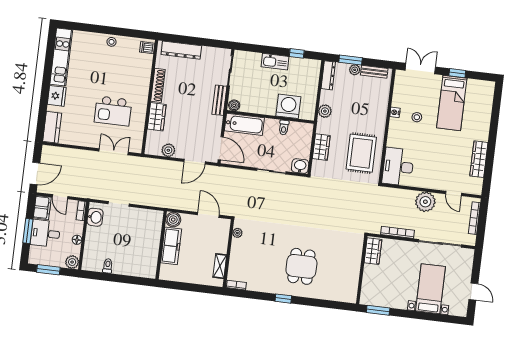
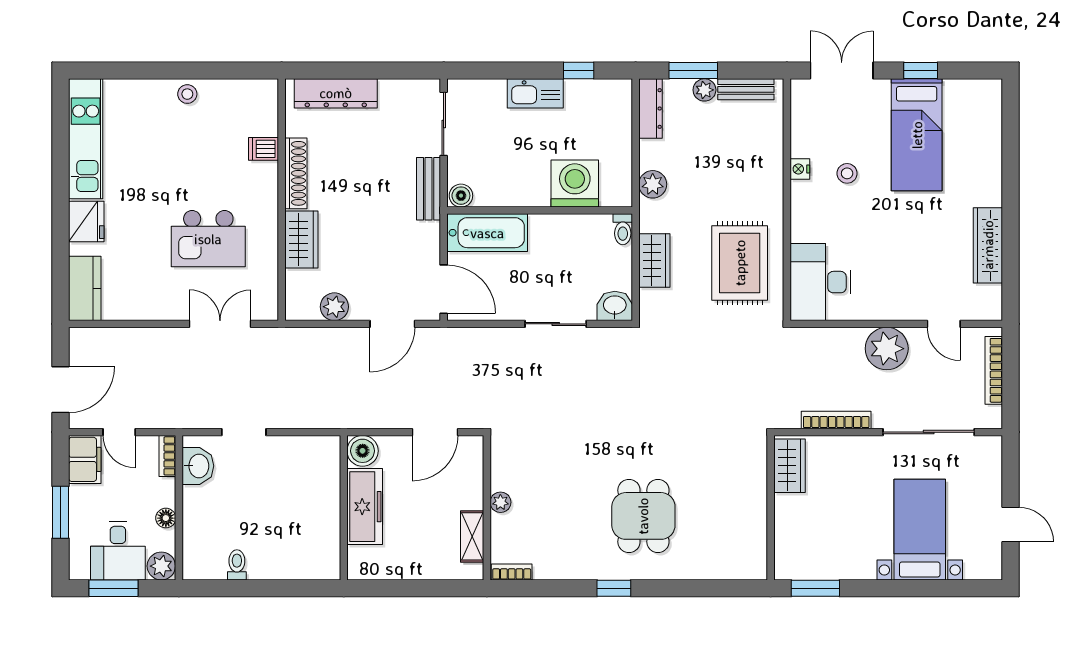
dishwasher: (147, 48) -> (264, 149), moved
toilet: (284, 127) -> (623, 229), moved
door: (208, 215) -> (435, 432), swing flipped
desk: (45, 233) -> (118, 551), moved, turned -90
plant: (237, 233) -> (500, 502), moved

